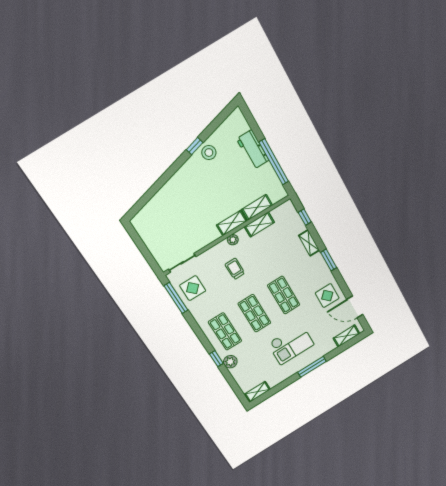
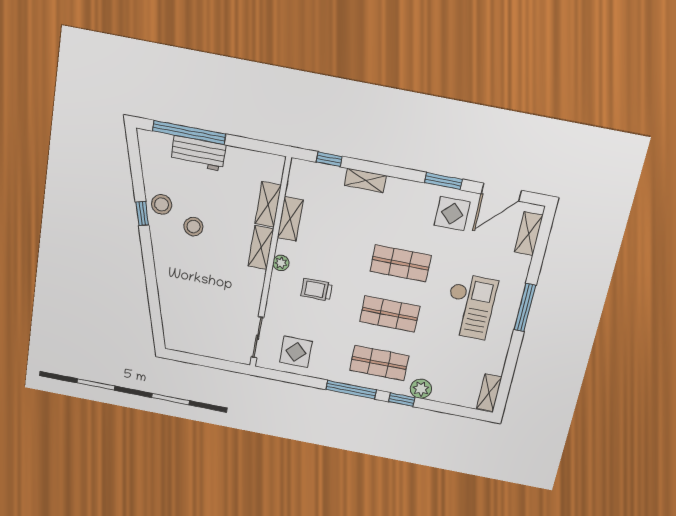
window: (274, 162) -> (189, 132), moved
stool: (212, 179) -> (193, 227), added
window: (329, 260) -> (443, 181), moved
window: (176, 298) -> (351, 390), moved

